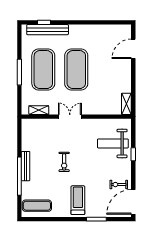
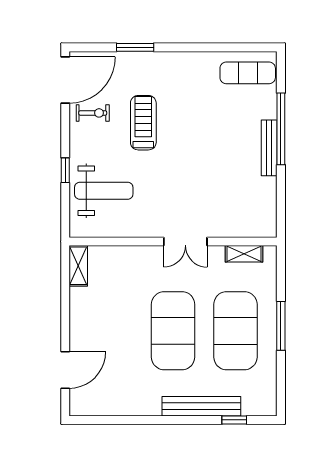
bench: (48, 30) -> (201, 406), moved
exercise bike: (64, 162) -> (196, 156), removed
treadmill: (78, 200) -> (143, 123), moved, turned 180

